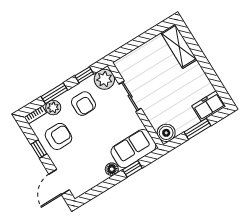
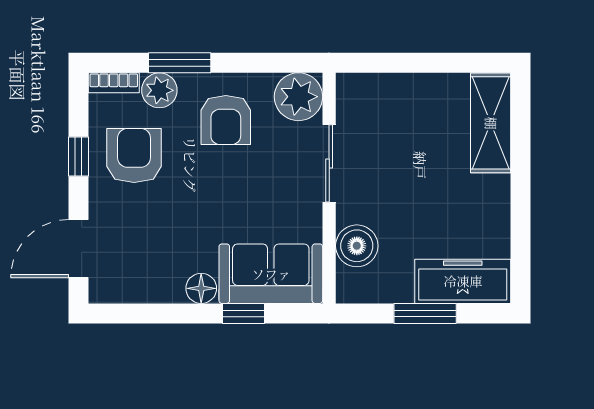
window: (84, 75) -> (263, 63), removed
freezer: (209, 106) -> (463, 281), width x1.40
boiler: (166, 133) -> (357, 246), moved
armchair: (58, 136) -> (134, 155), turned -90

